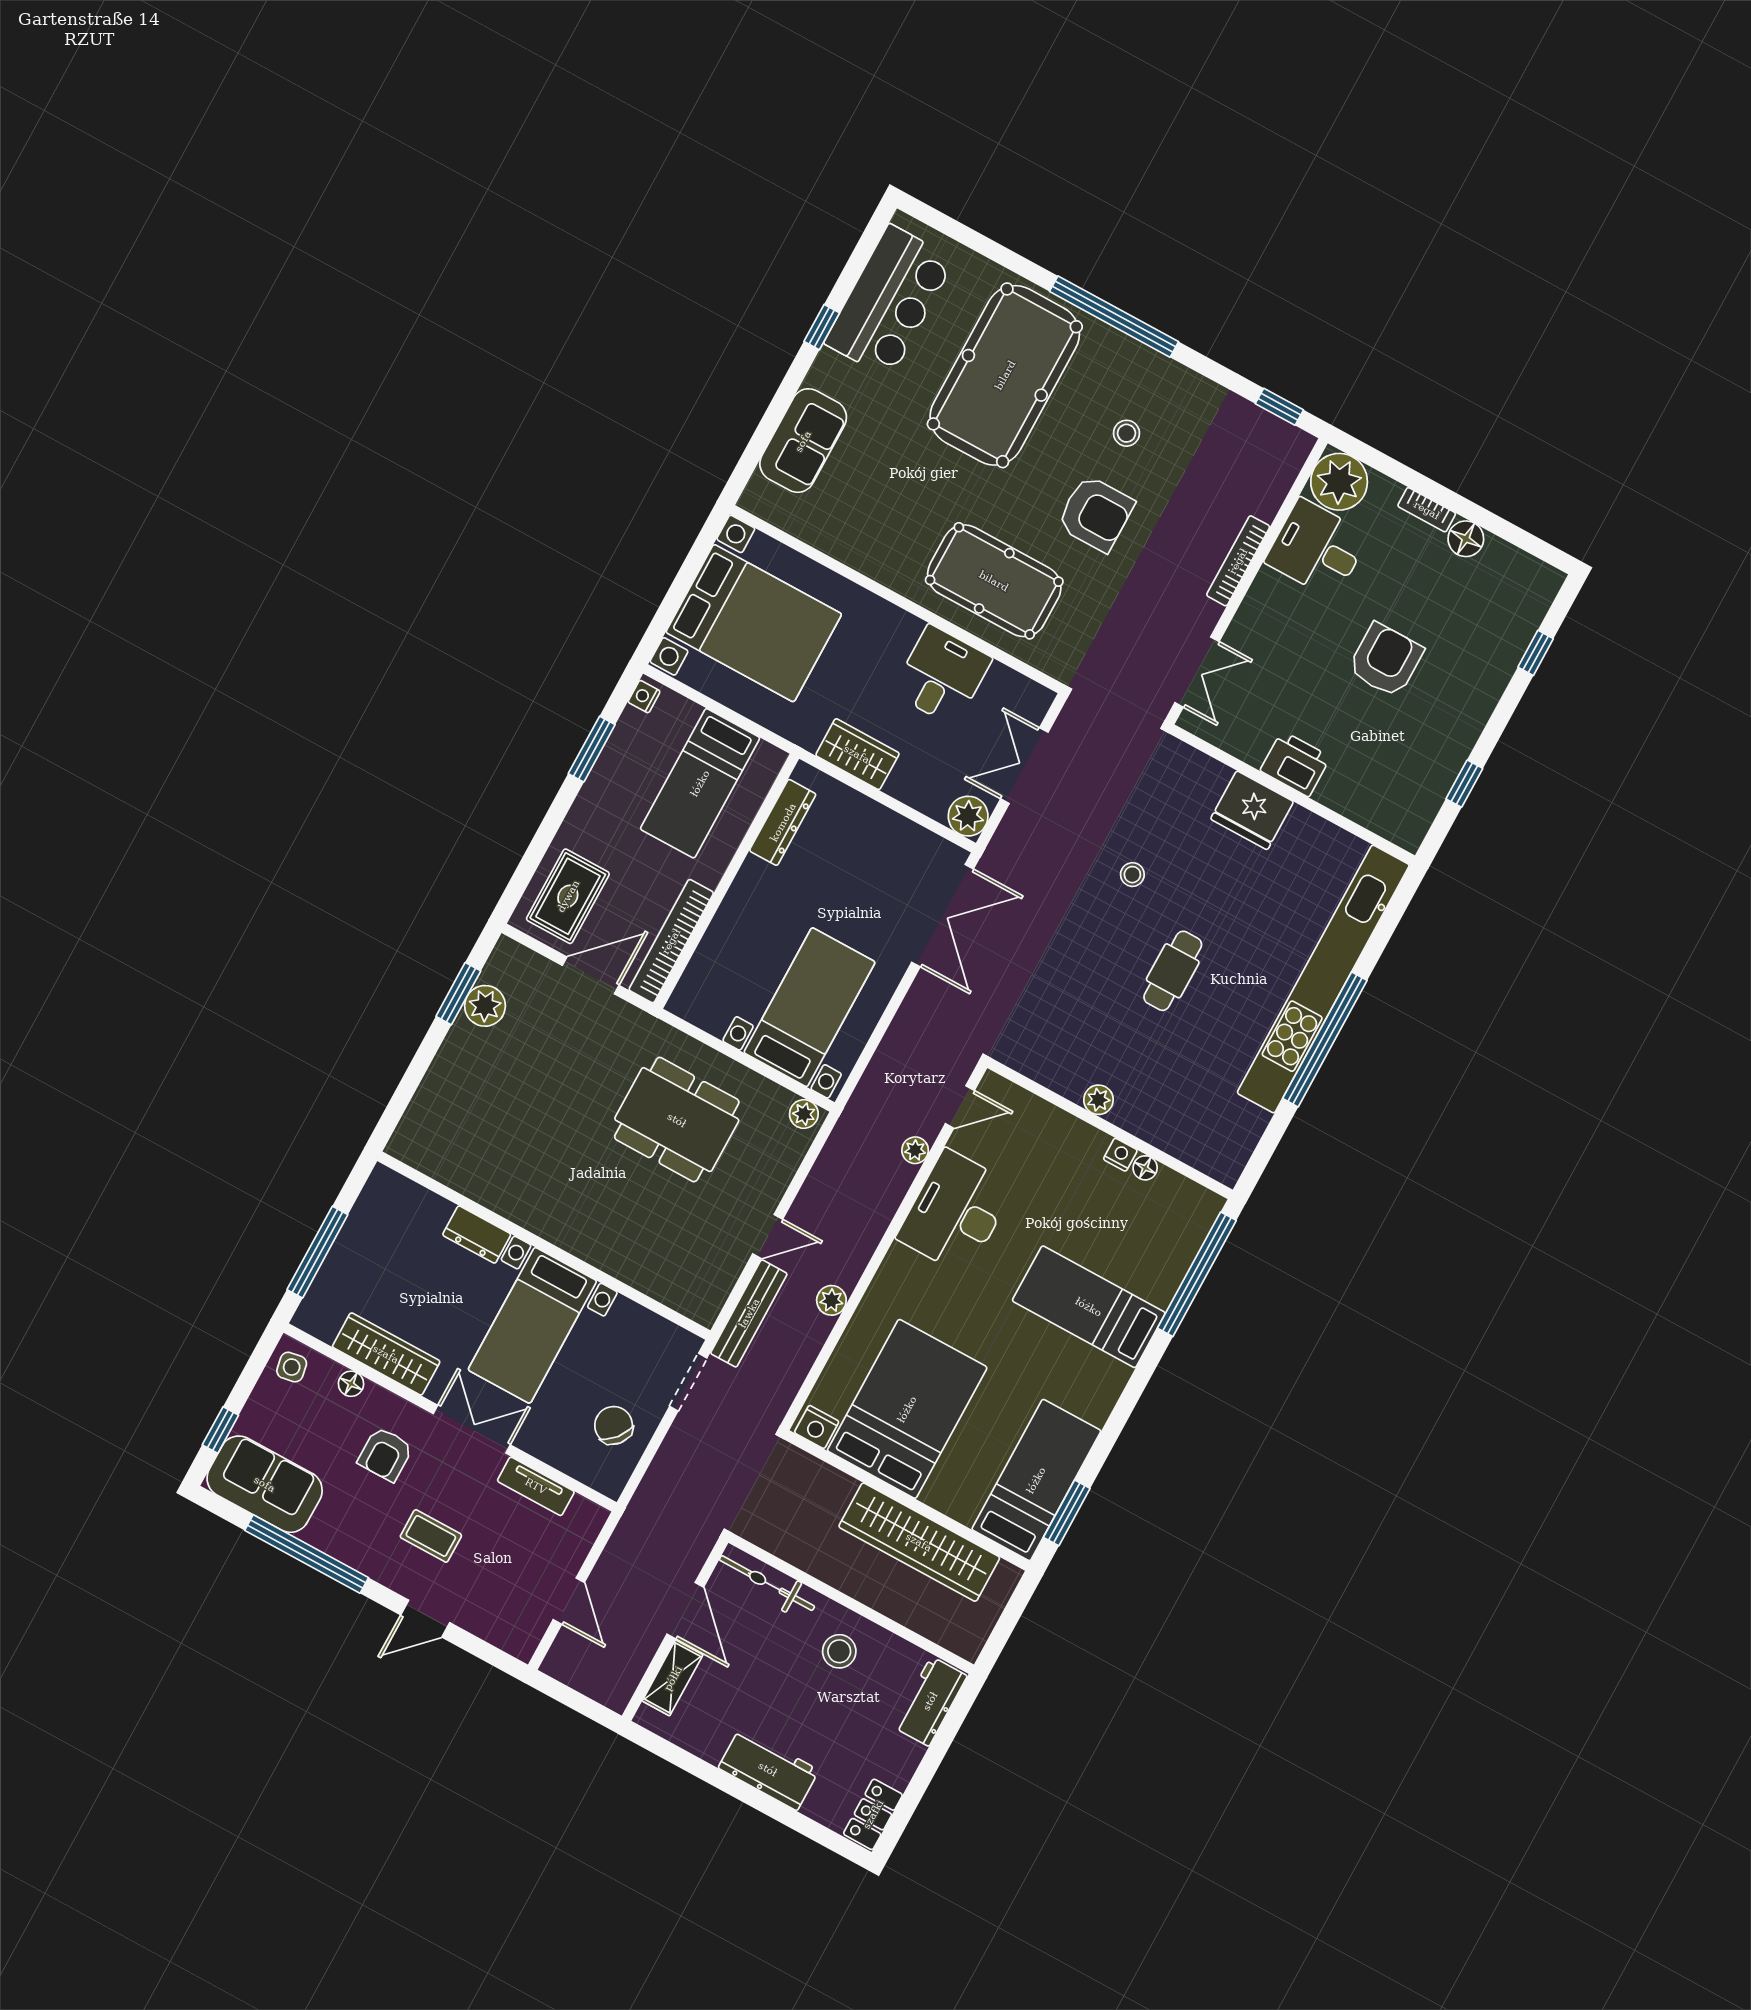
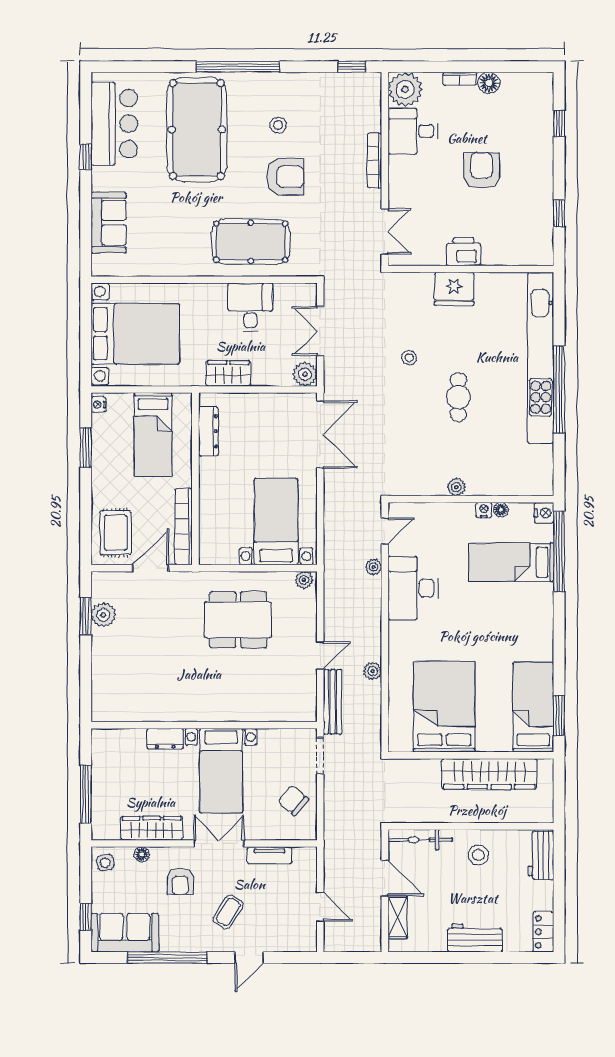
bed: (1089, 1307) -> (511, 562), moved
nightstand: (817, 1427) -> (544, 513), moved, turned -90
coffee table: (431, 1536) -> (228, 912), turned -58

